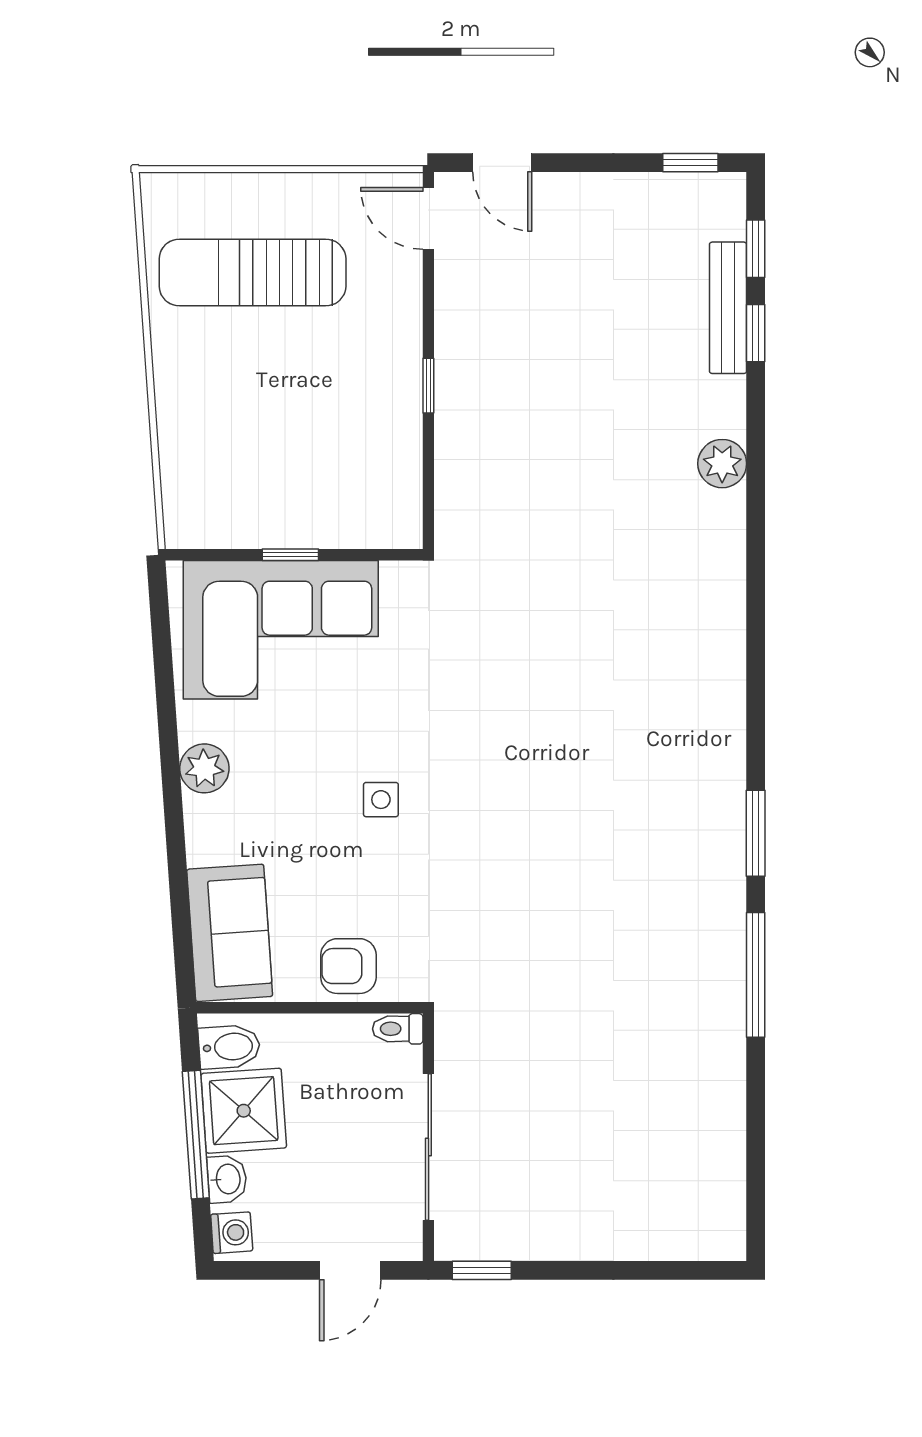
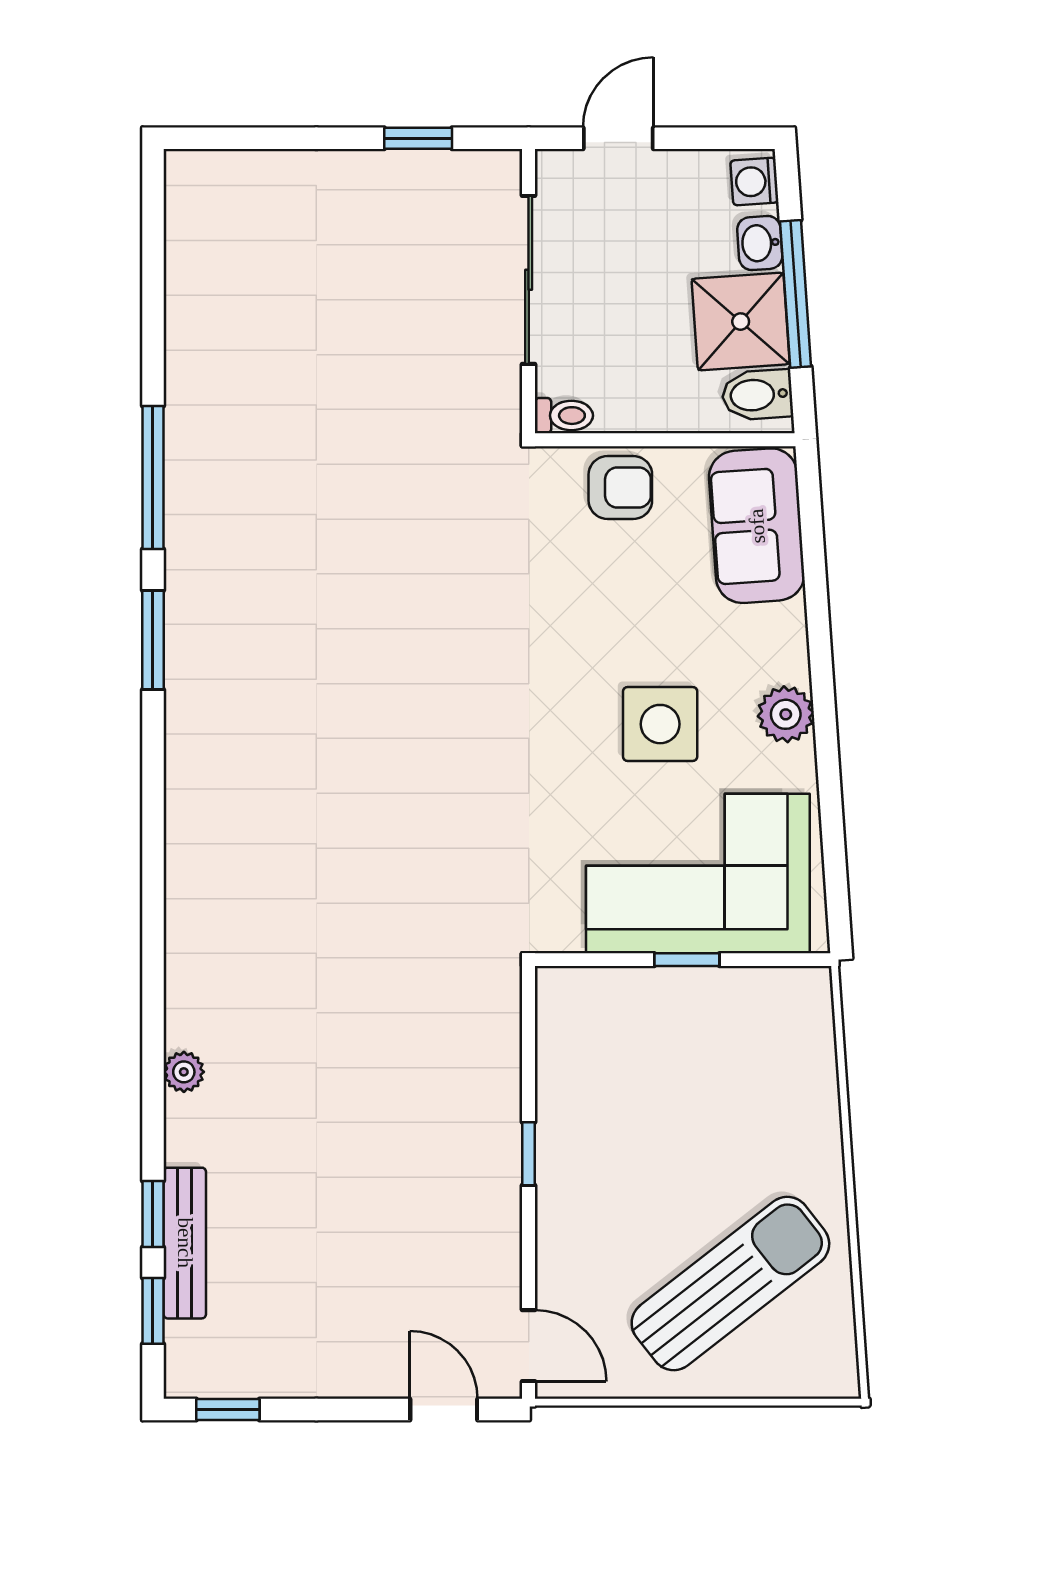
sun lounger: (253, 273) -> (730, 1284), turned -38
plant: (722, 464) -> (184, 1072), width x0.73, depth x0.73
side table: (381, 800) -> (660, 724), moved, width x1.87, depth x1.87
window: (482, 1270) -> (418, 138), moved

